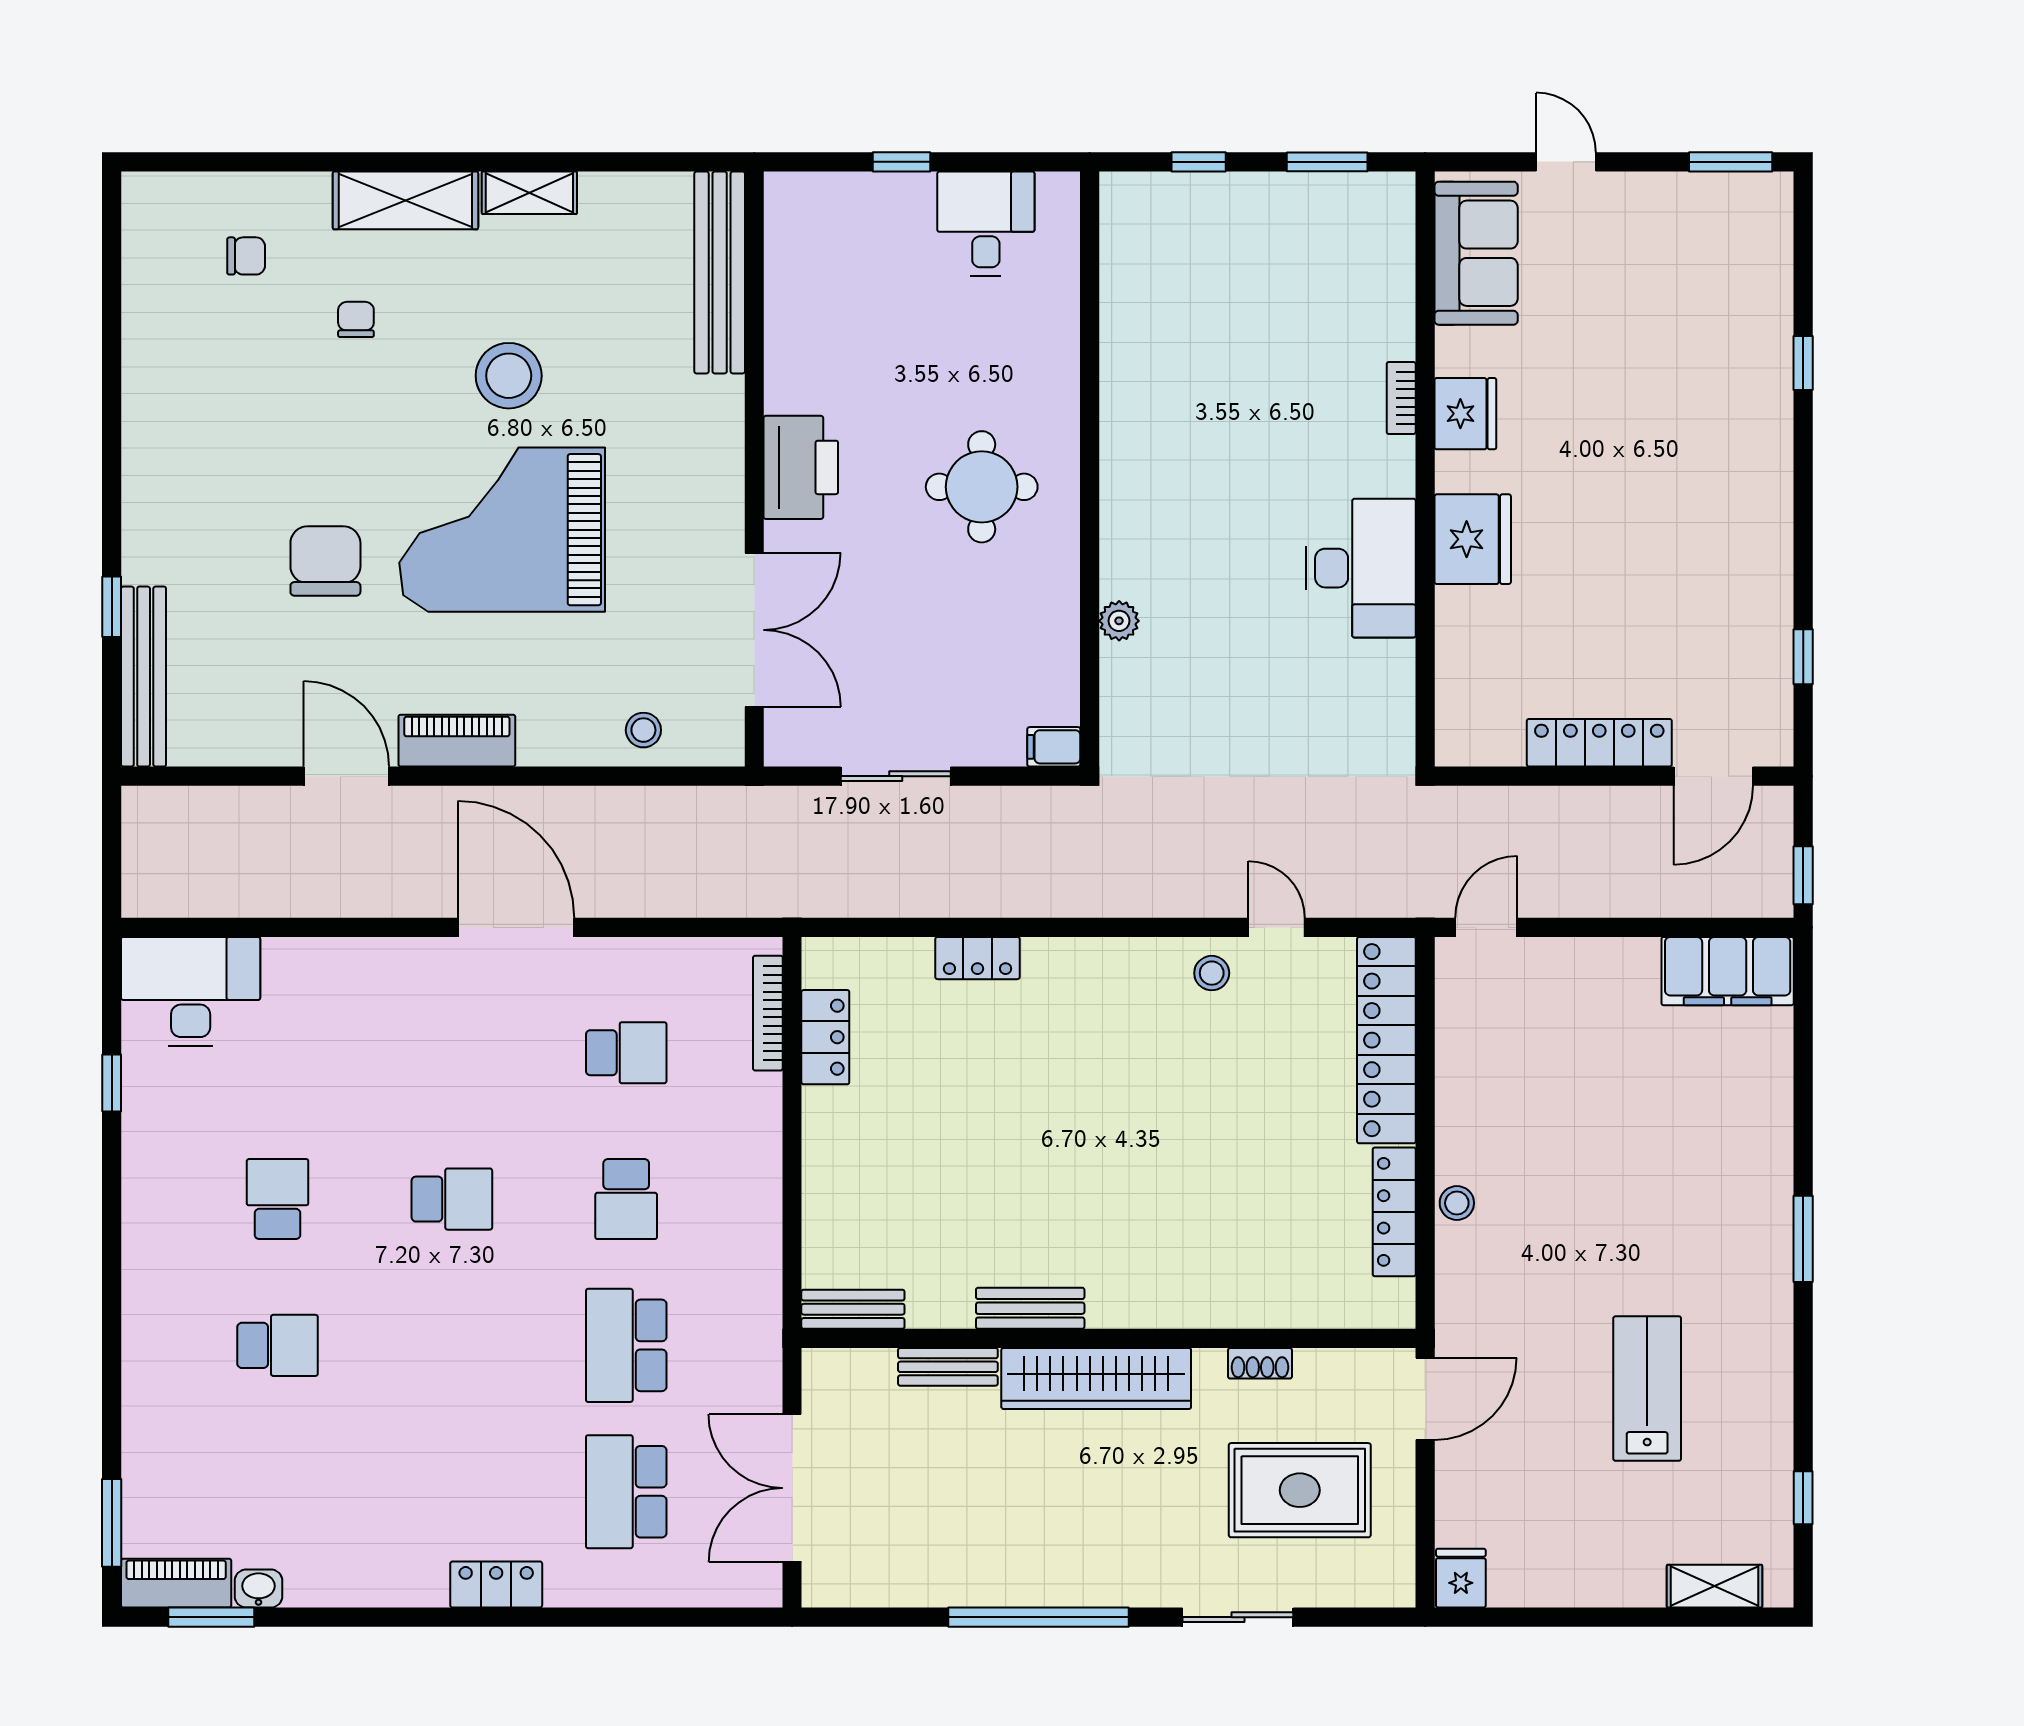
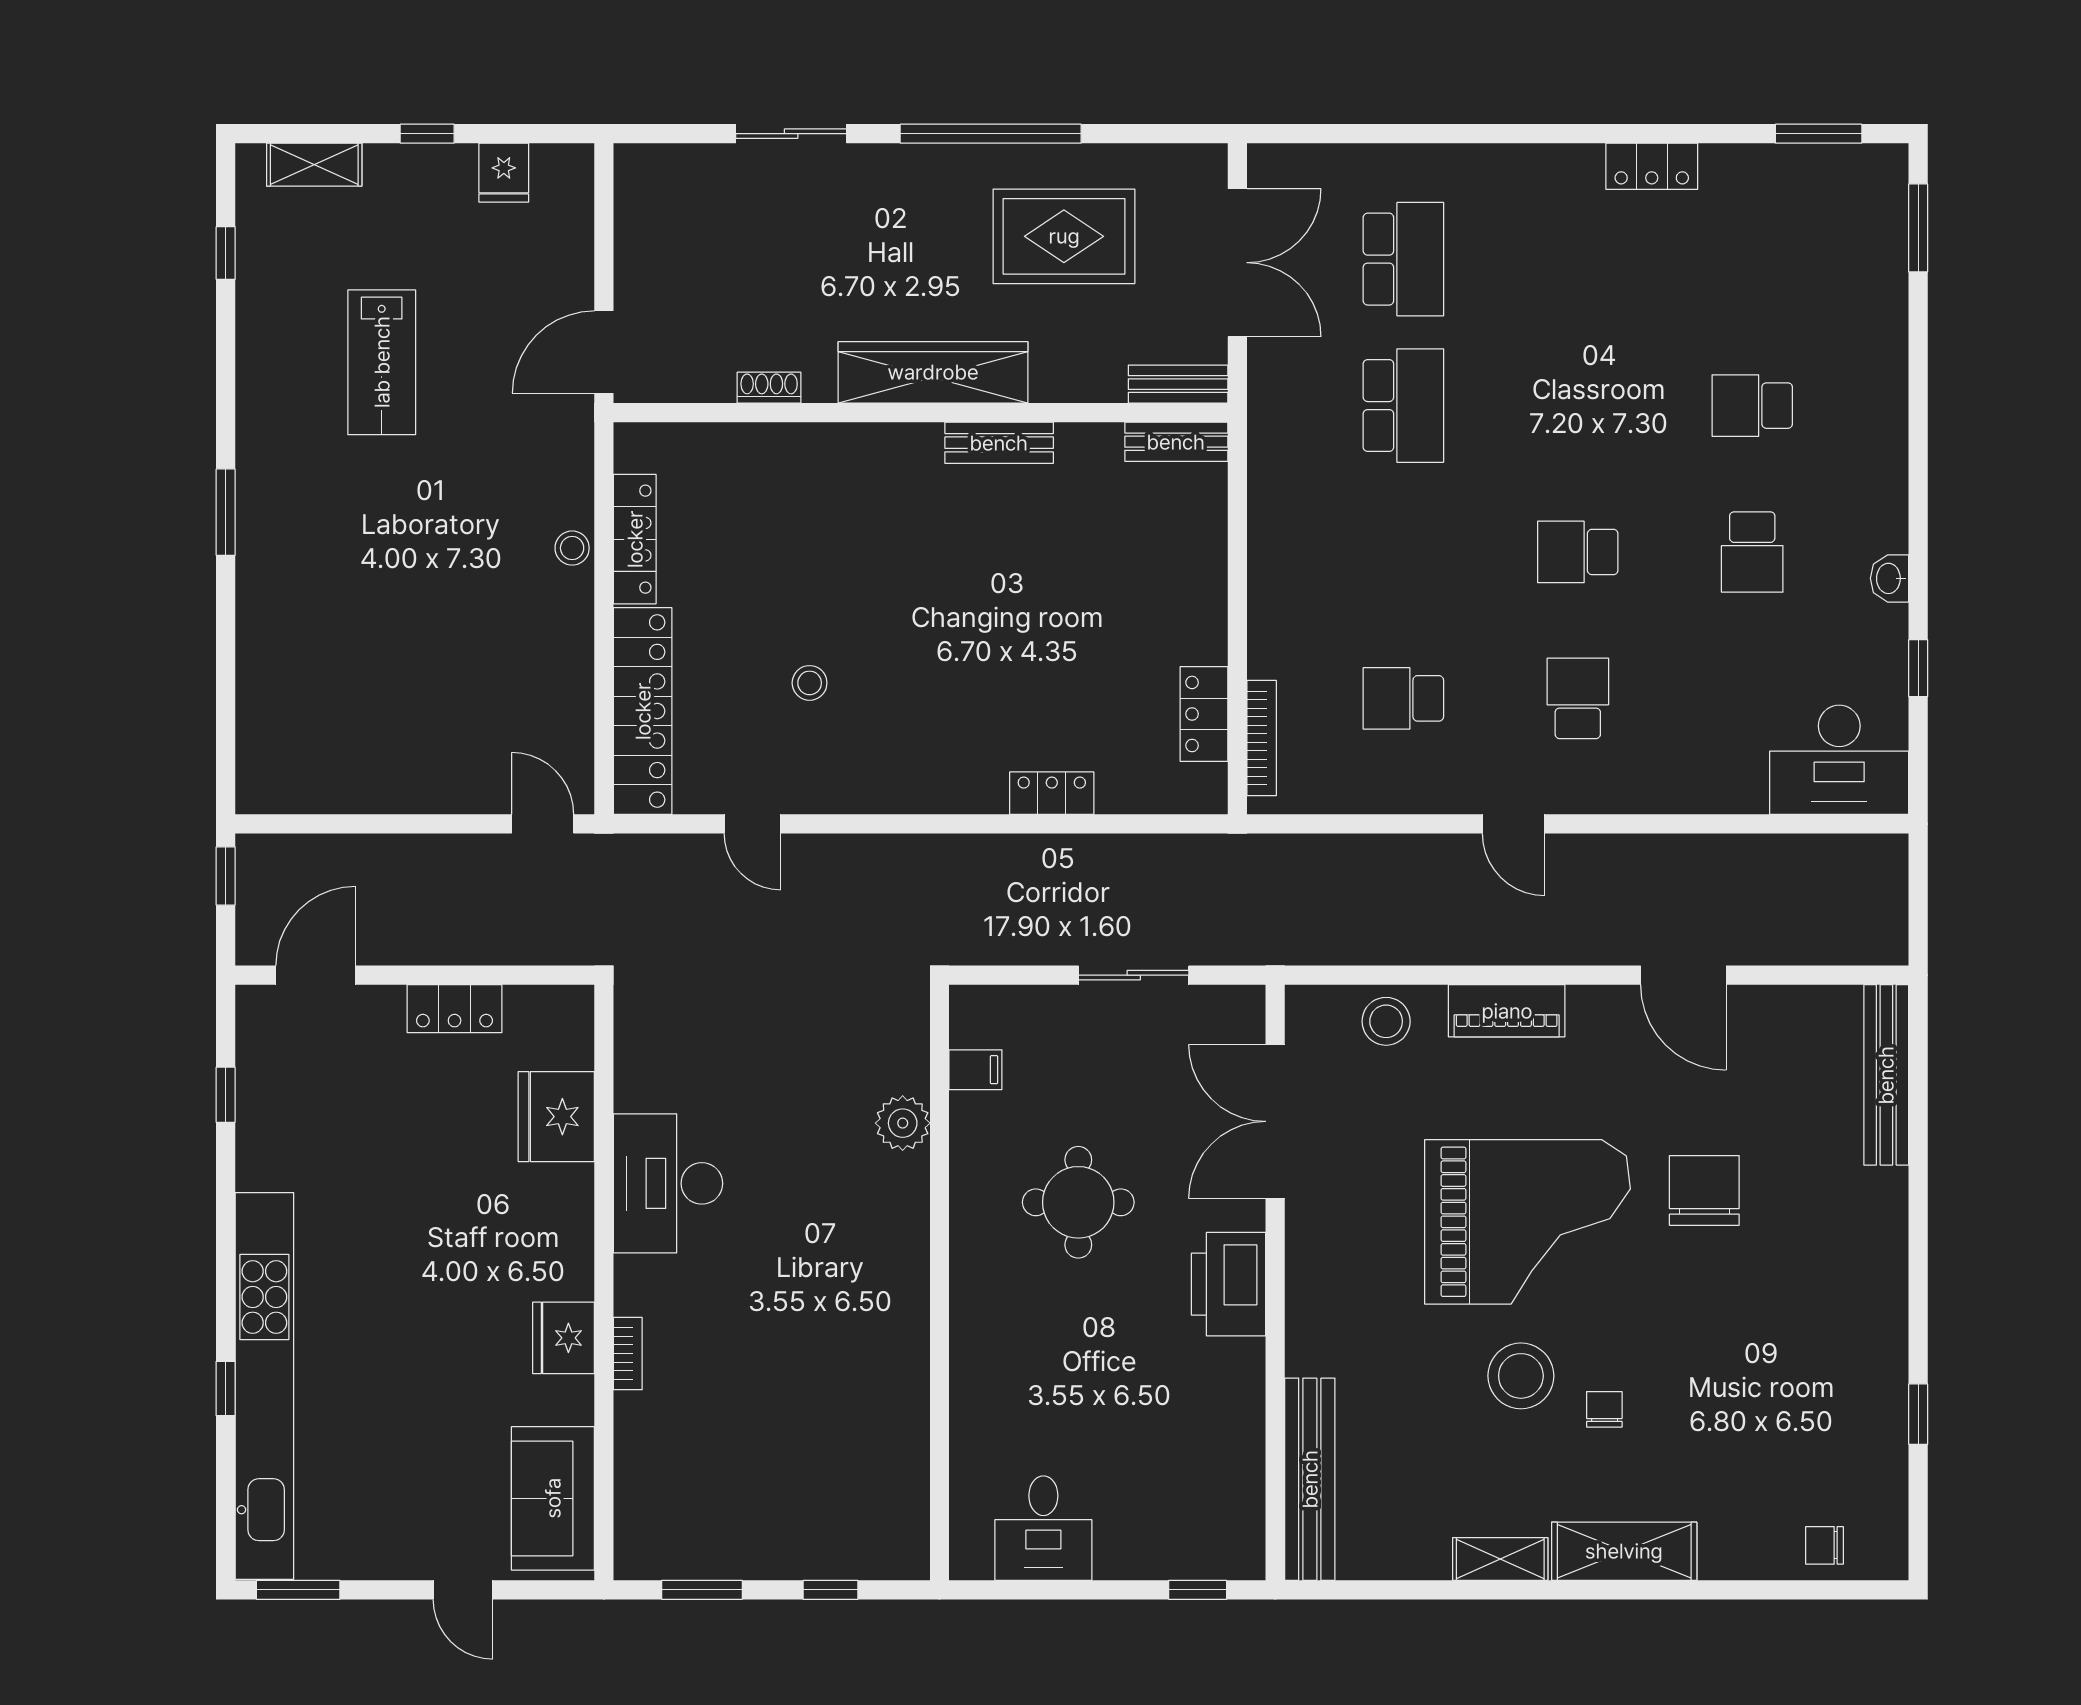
window: (902, 162) -> (1198, 1590), moved
chair: (246, 256) -> (1824, 1545), moved
chair: (356, 319) -> (1604, 1409), moved, turned 180
kitchen unit: (1764, 366) -> (264, 1386), added
round table: (982, 487) -> (1078, 1202), moved
fridge: (1473, 539) -> (556, 1117), moved
chair: (325, 561) -> (1704, 1190), turned 180
window: (112, 607) -> (1918, 1414), moved
plant: (1119, 621) -> (903, 1123), width x1.38, depth x1.38
stool: (643, 730) -> (1386, 1021), width x1.37, depth x1.37
piano: (457, 741) -> (1507, 1011), moved
locker: (1599, 743) -> (455, 1009), width x0.66
filing cabinet: (1054, 747) -> (975, 1070), moved
door: (516, 927) -> (1514, 824), width x0.53
door: (1486, 927) -> (543, 824), swing flipped
filing cabinet: (1728, 971) -> (301, 780), removed
stool: (1212, 973) -> (810, 683), moved
school desk: (626, 1199) -> (1578, 698), moved
bench: (948, 1367) -> (1178, 384), moved
rug: (1300, 1490) -> (1064, 236), moved
fridge: (1461, 1578) -> (504, 173), moved
piano: (176, 1583) -> (1854, 168), removed
locker: (496, 1585) -> (1652, 166), moved
washbasin: (259, 1589) -> (1890, 578), moved, turned 90
window: (1602, 1617) -> (427, 134), added

